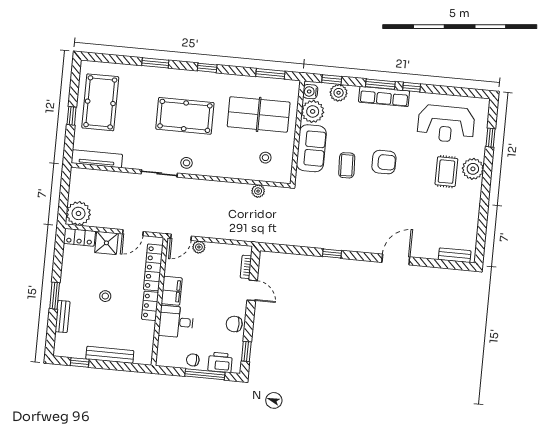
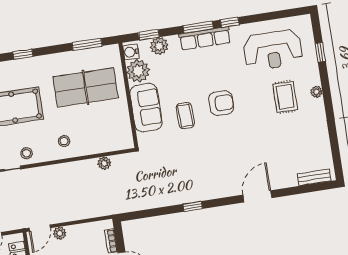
stool: (265, 158) -> (64, 141), moved
plant: (473, 169) -> (316, 92), width x0.53, depth x0.53

